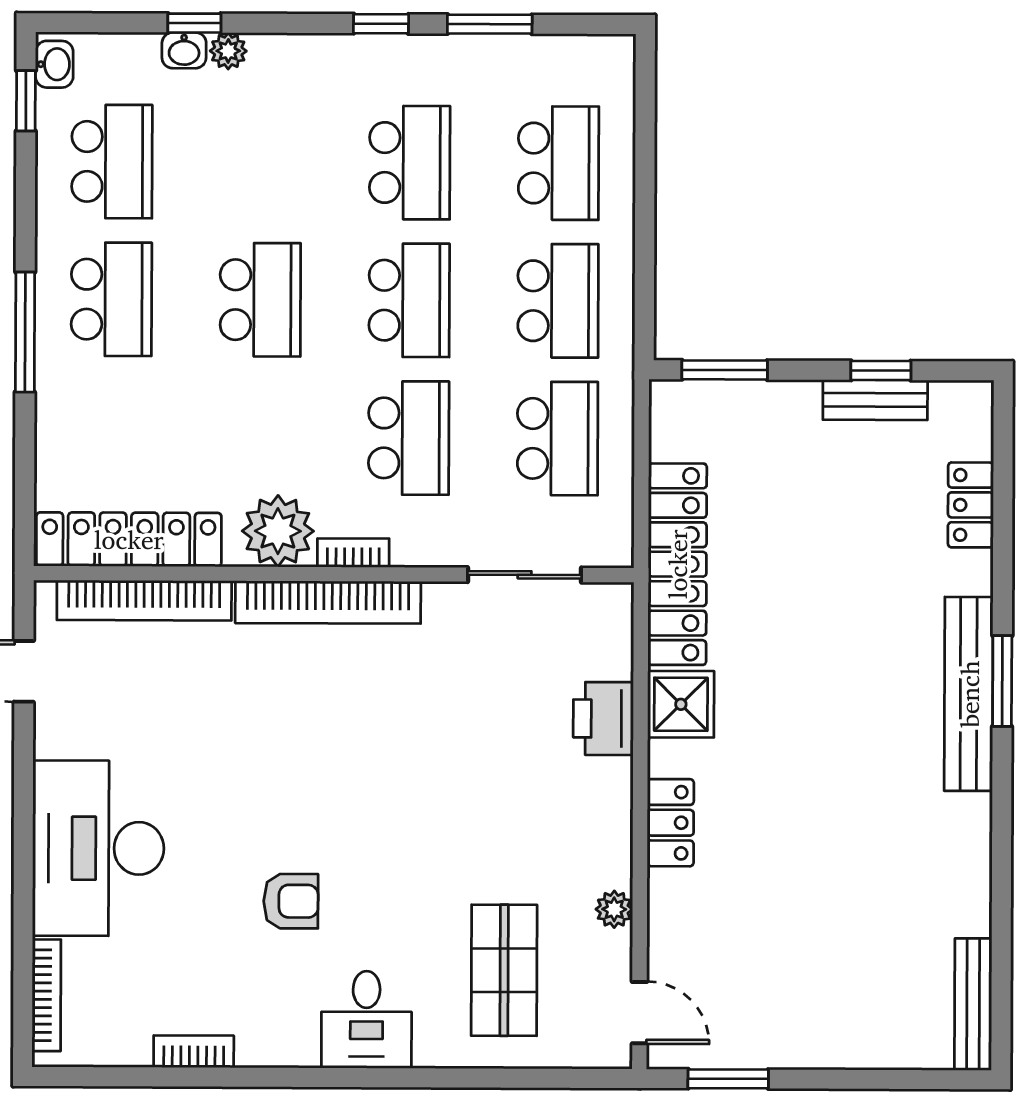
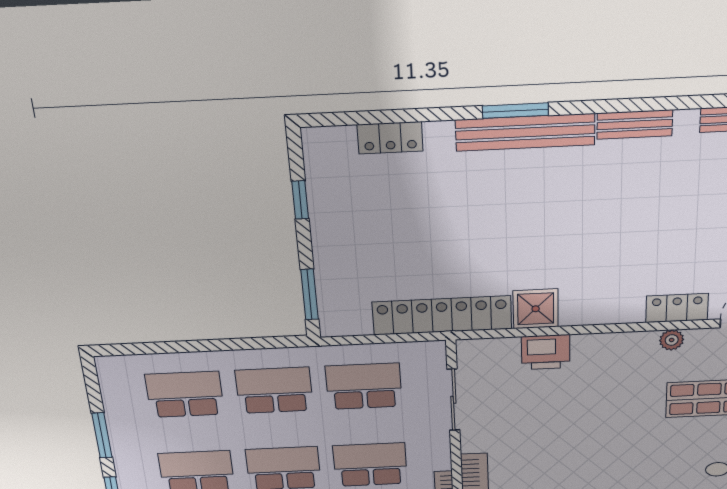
bench: (875, 400) -> (635, 124), moved, turned 90
locker: (670, 823) -> (677, 308), moved

